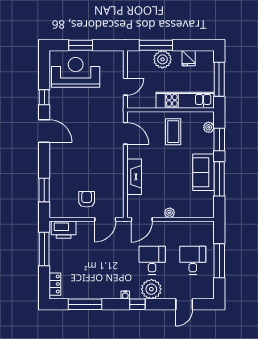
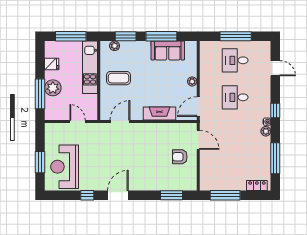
sofa: (204, 172) -> (168, 51), moved
door: (142, 219) -> (198, 107), swing flipped
printer: (64, 230) -> (208, 178), removed
plant: (151, 289) -> (266, 131), moved, width x0.53, depth x0.53

